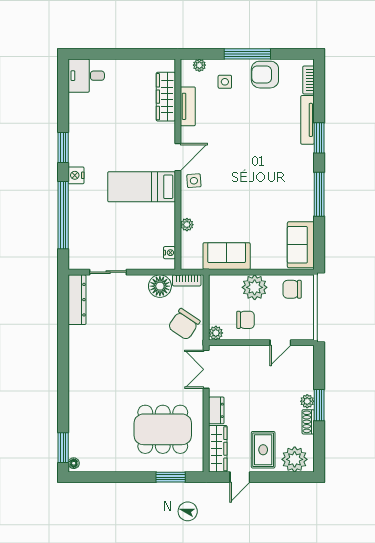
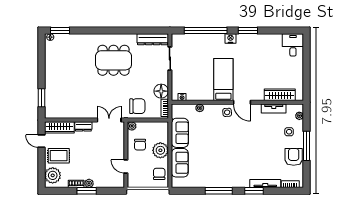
sofa: (301, 245) -> (180, 163), moved, turned 90
chair: (184, 324) -> (137, 106), turned 146
dining table: (163, 429) -> (114, 60), moved, turned 90

